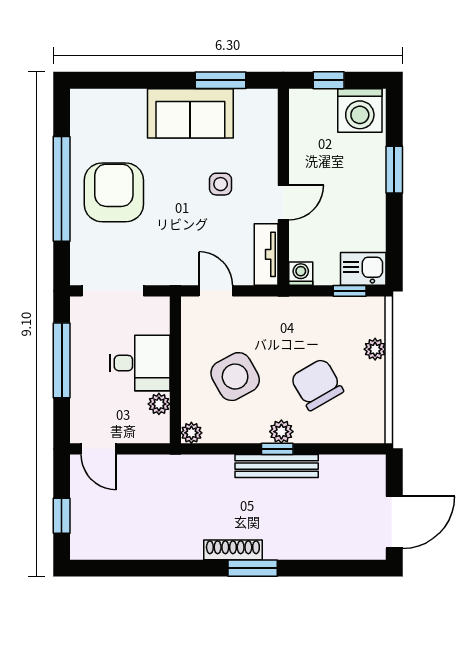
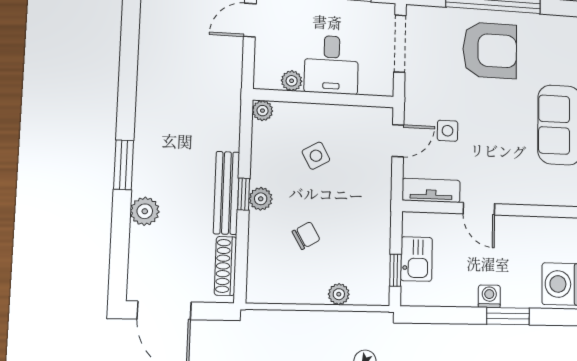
side table: (221, 184) -> (448, 131), moved
kitchen sink: (363, 269) -> (416, 259), moved
washing machine: (301, 274) -> (489, 296), moved, turned -90
side table: (235, 377) -> (316, 156), width x0.54, depth x0.54
chair: (317, 384) -> (306, 236), width x0.54, depth x0.54
plant: (298, 546) -> (145, 211), added
shoe rack: (233, 550) -> (225, 266), moved, turned 180

